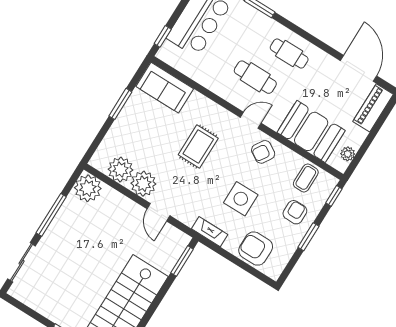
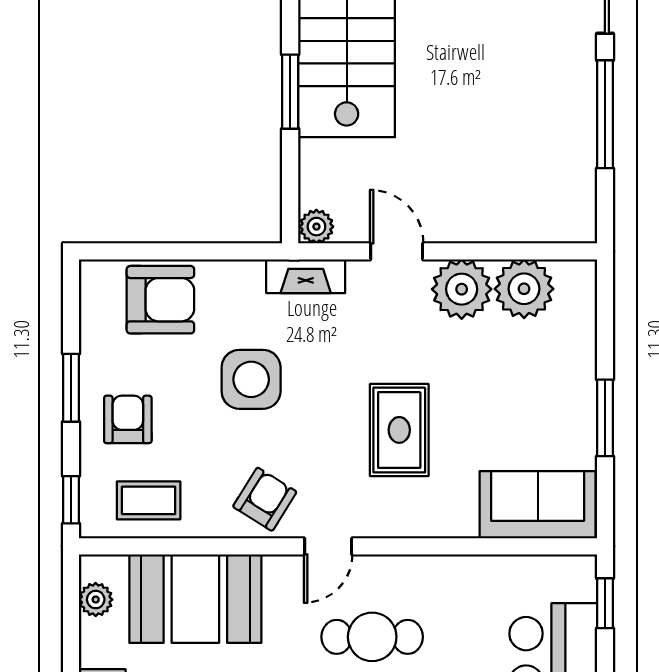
coffee table: (306, 178) -> (149, 500), turned 90
plant: (88, 188) -> (316, 227), moved, width x0.53, depth x0.53
armchair: (295, 212) -> (128, 419), turned 180
fireplace: (210, 232) -> (306, 276), moved
window: (182, 261) -> (290, 92), moved

